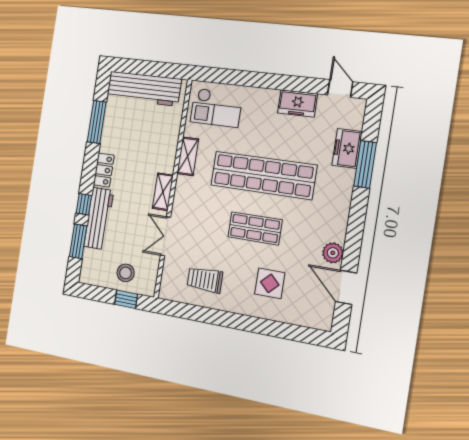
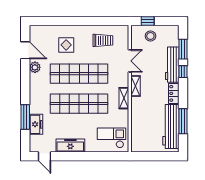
workbench: (144, 89) -> (171, 127), moved, turned -90
freezer: (297, 103) -> (70, 146), width x1.40
shelving: (188, 156) -> (124, 98), moved
shop shelf: (255, 228) -> (79, 74), width x2.00, depth x1.36

